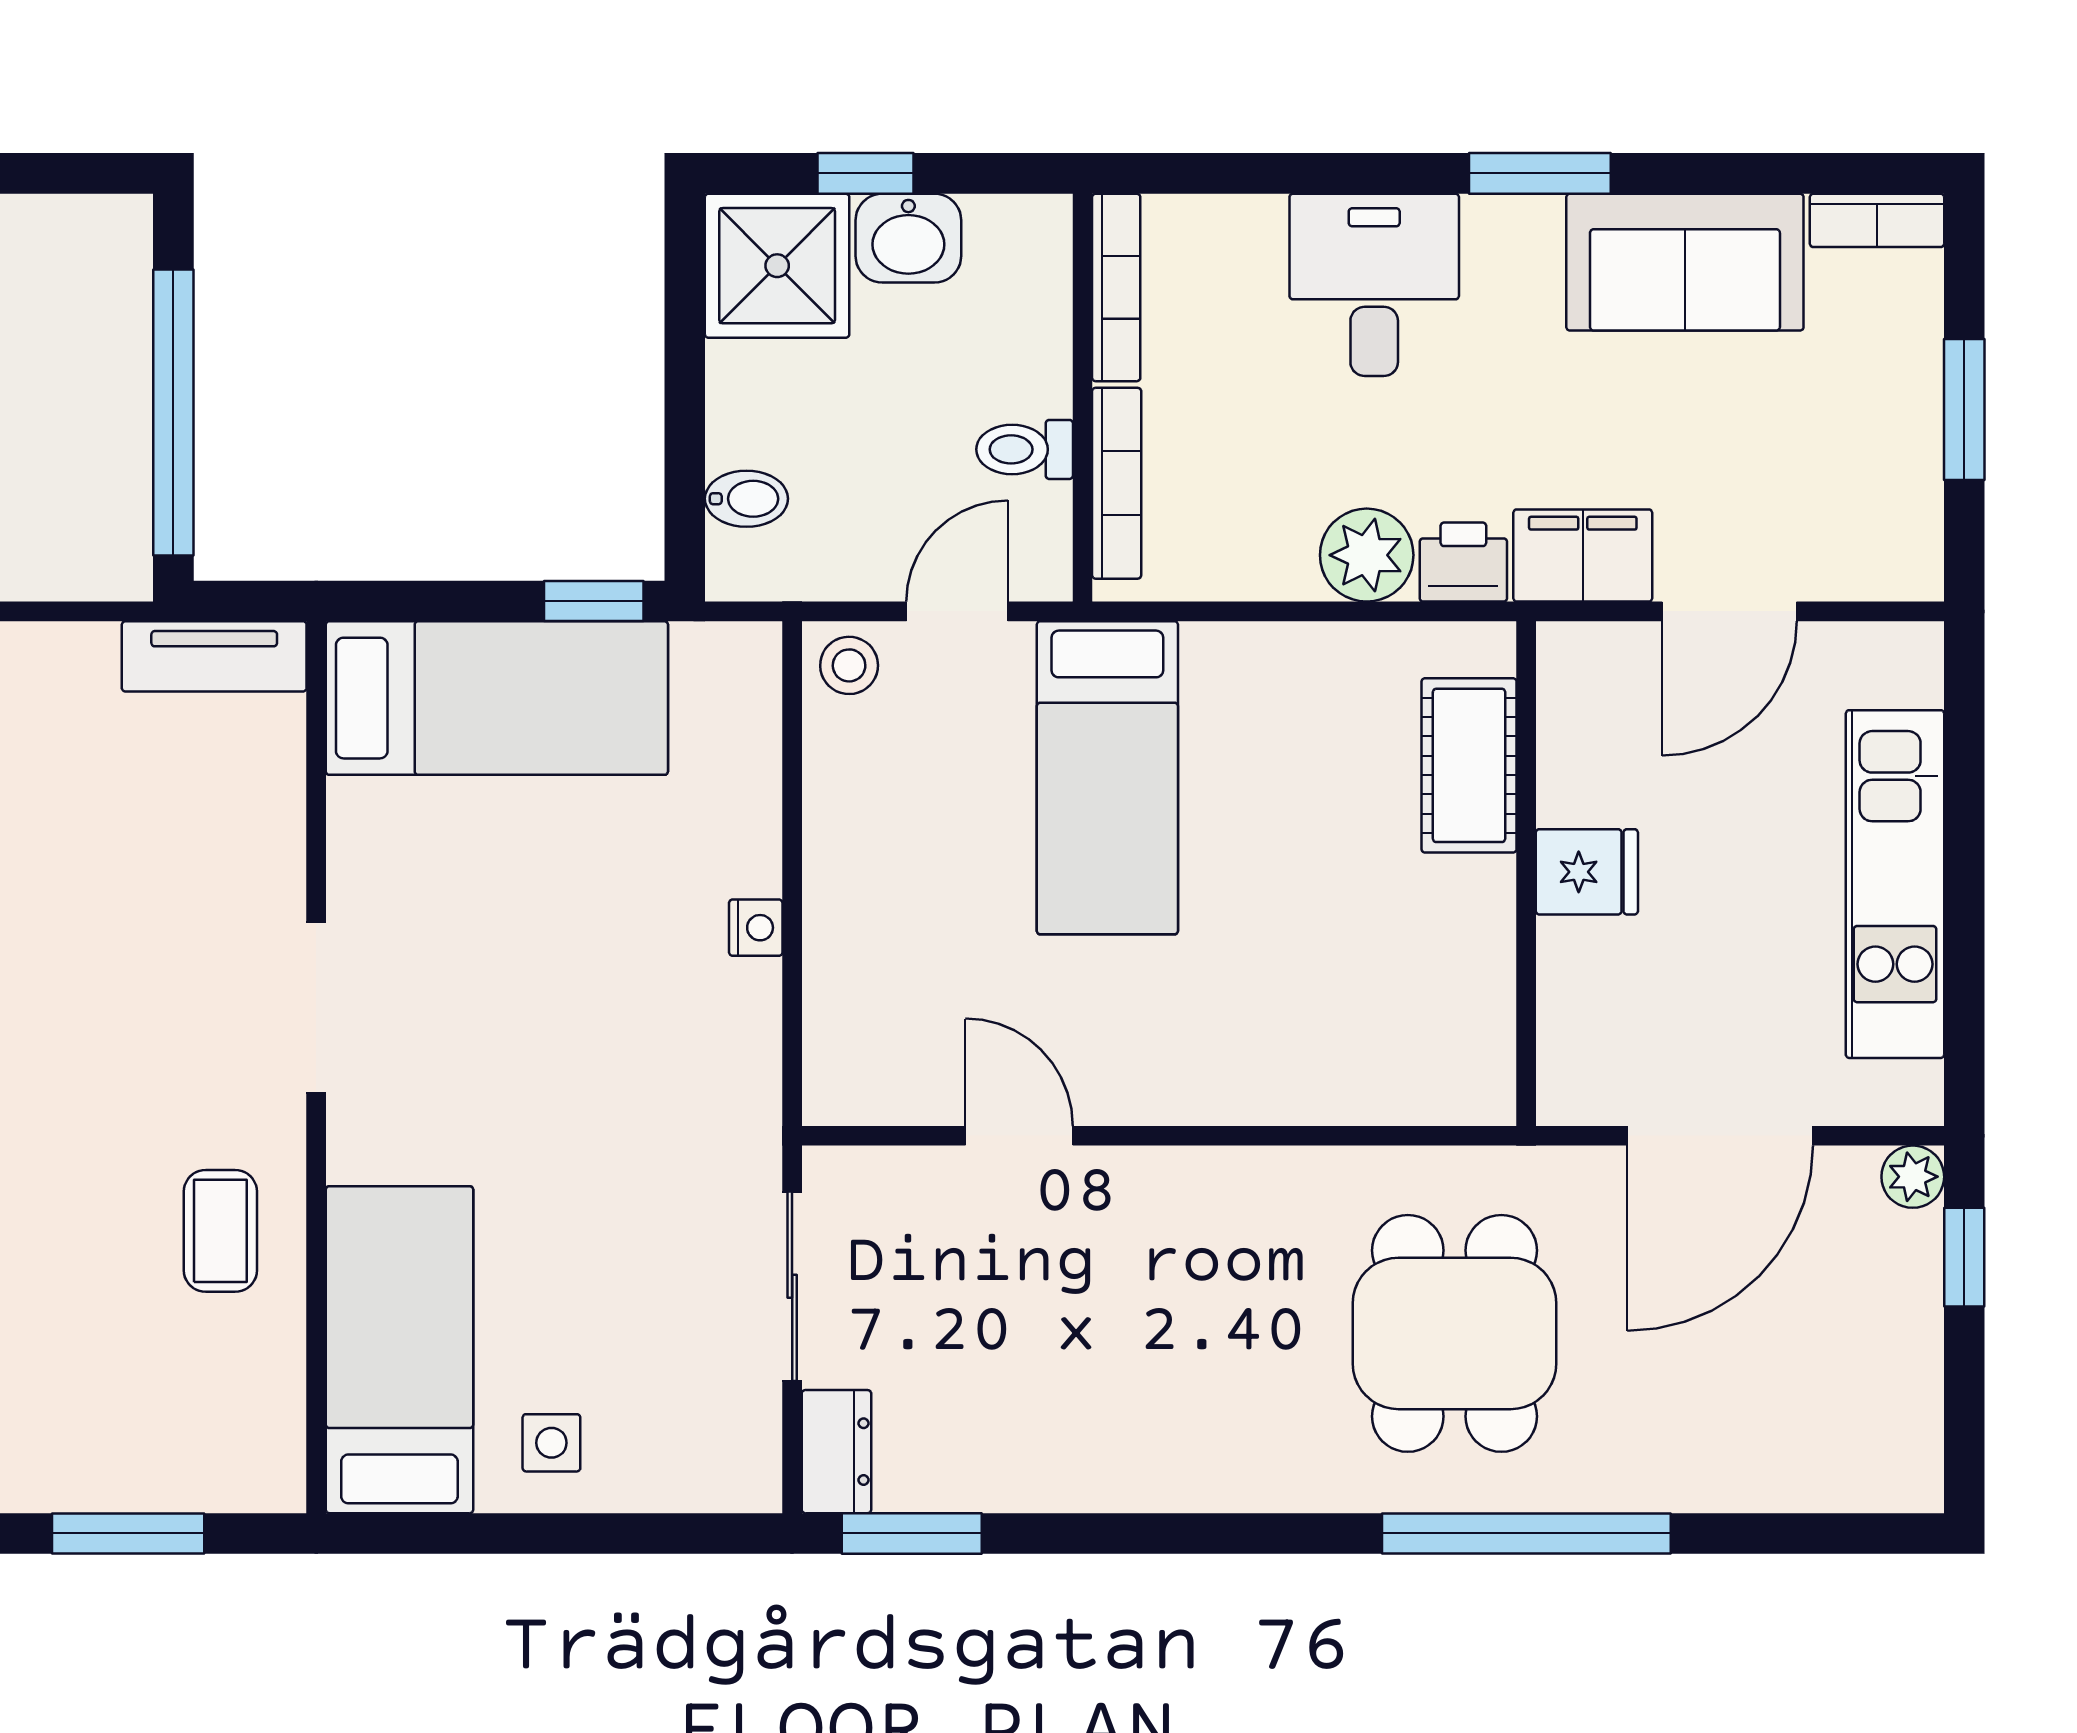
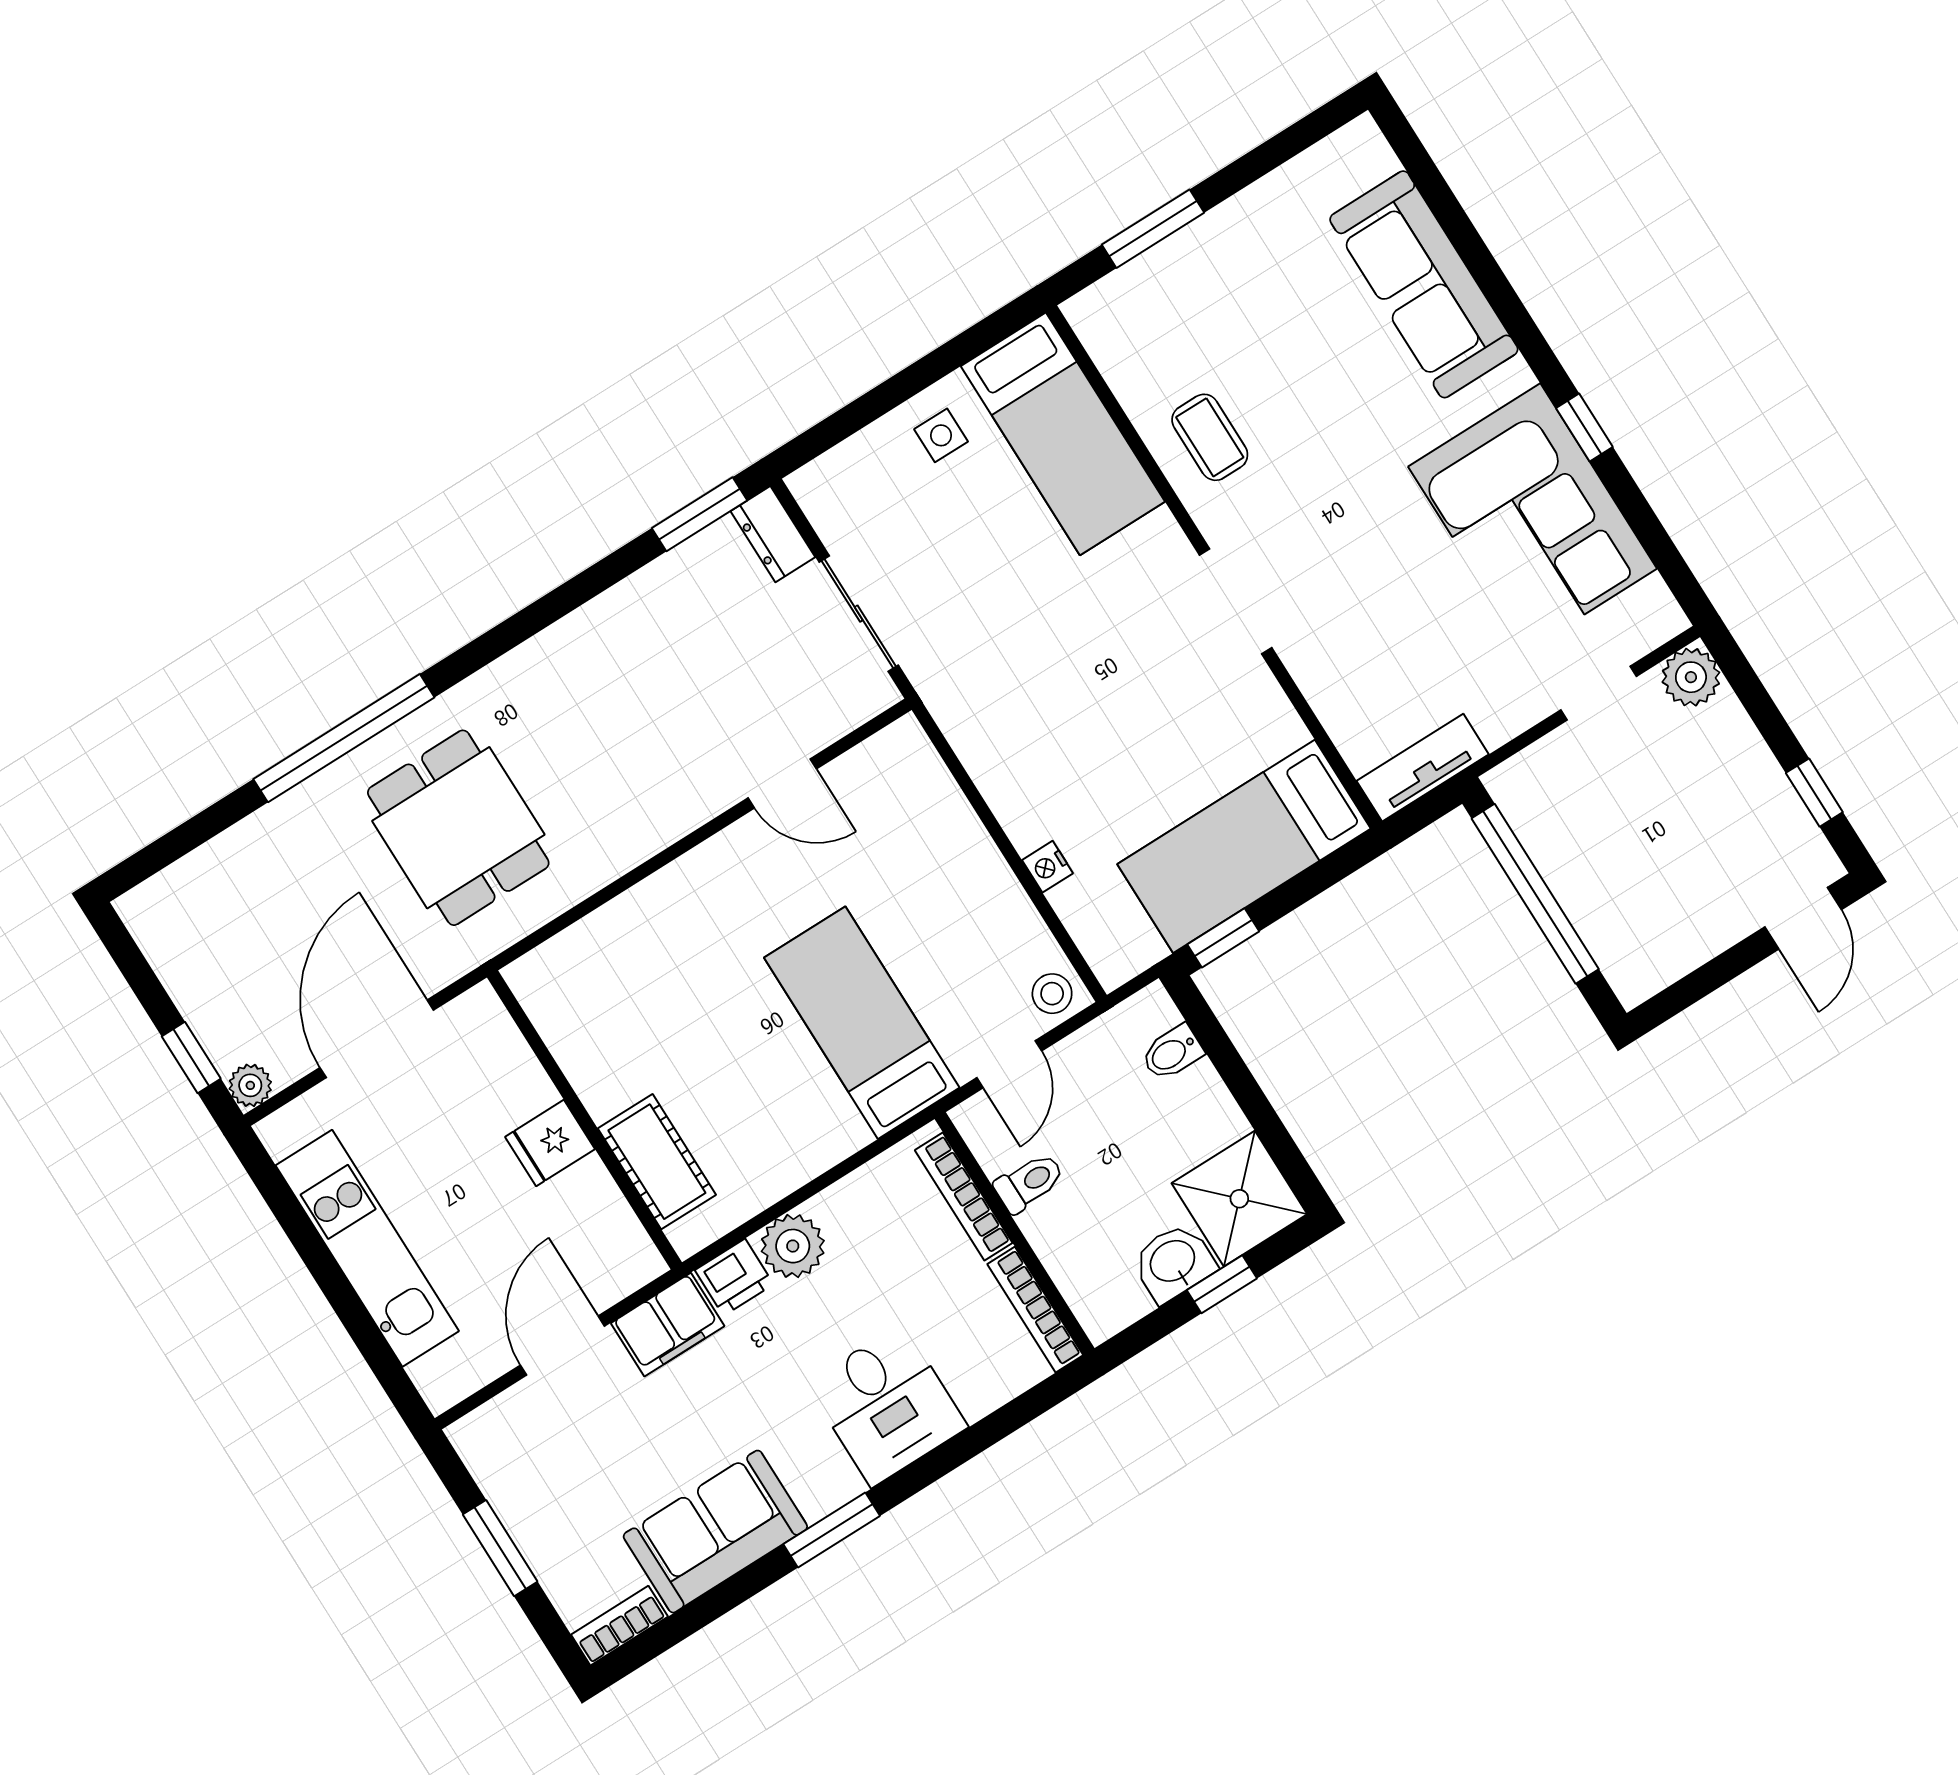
nightstand: (756, 928) -> (1048, 867), moved

